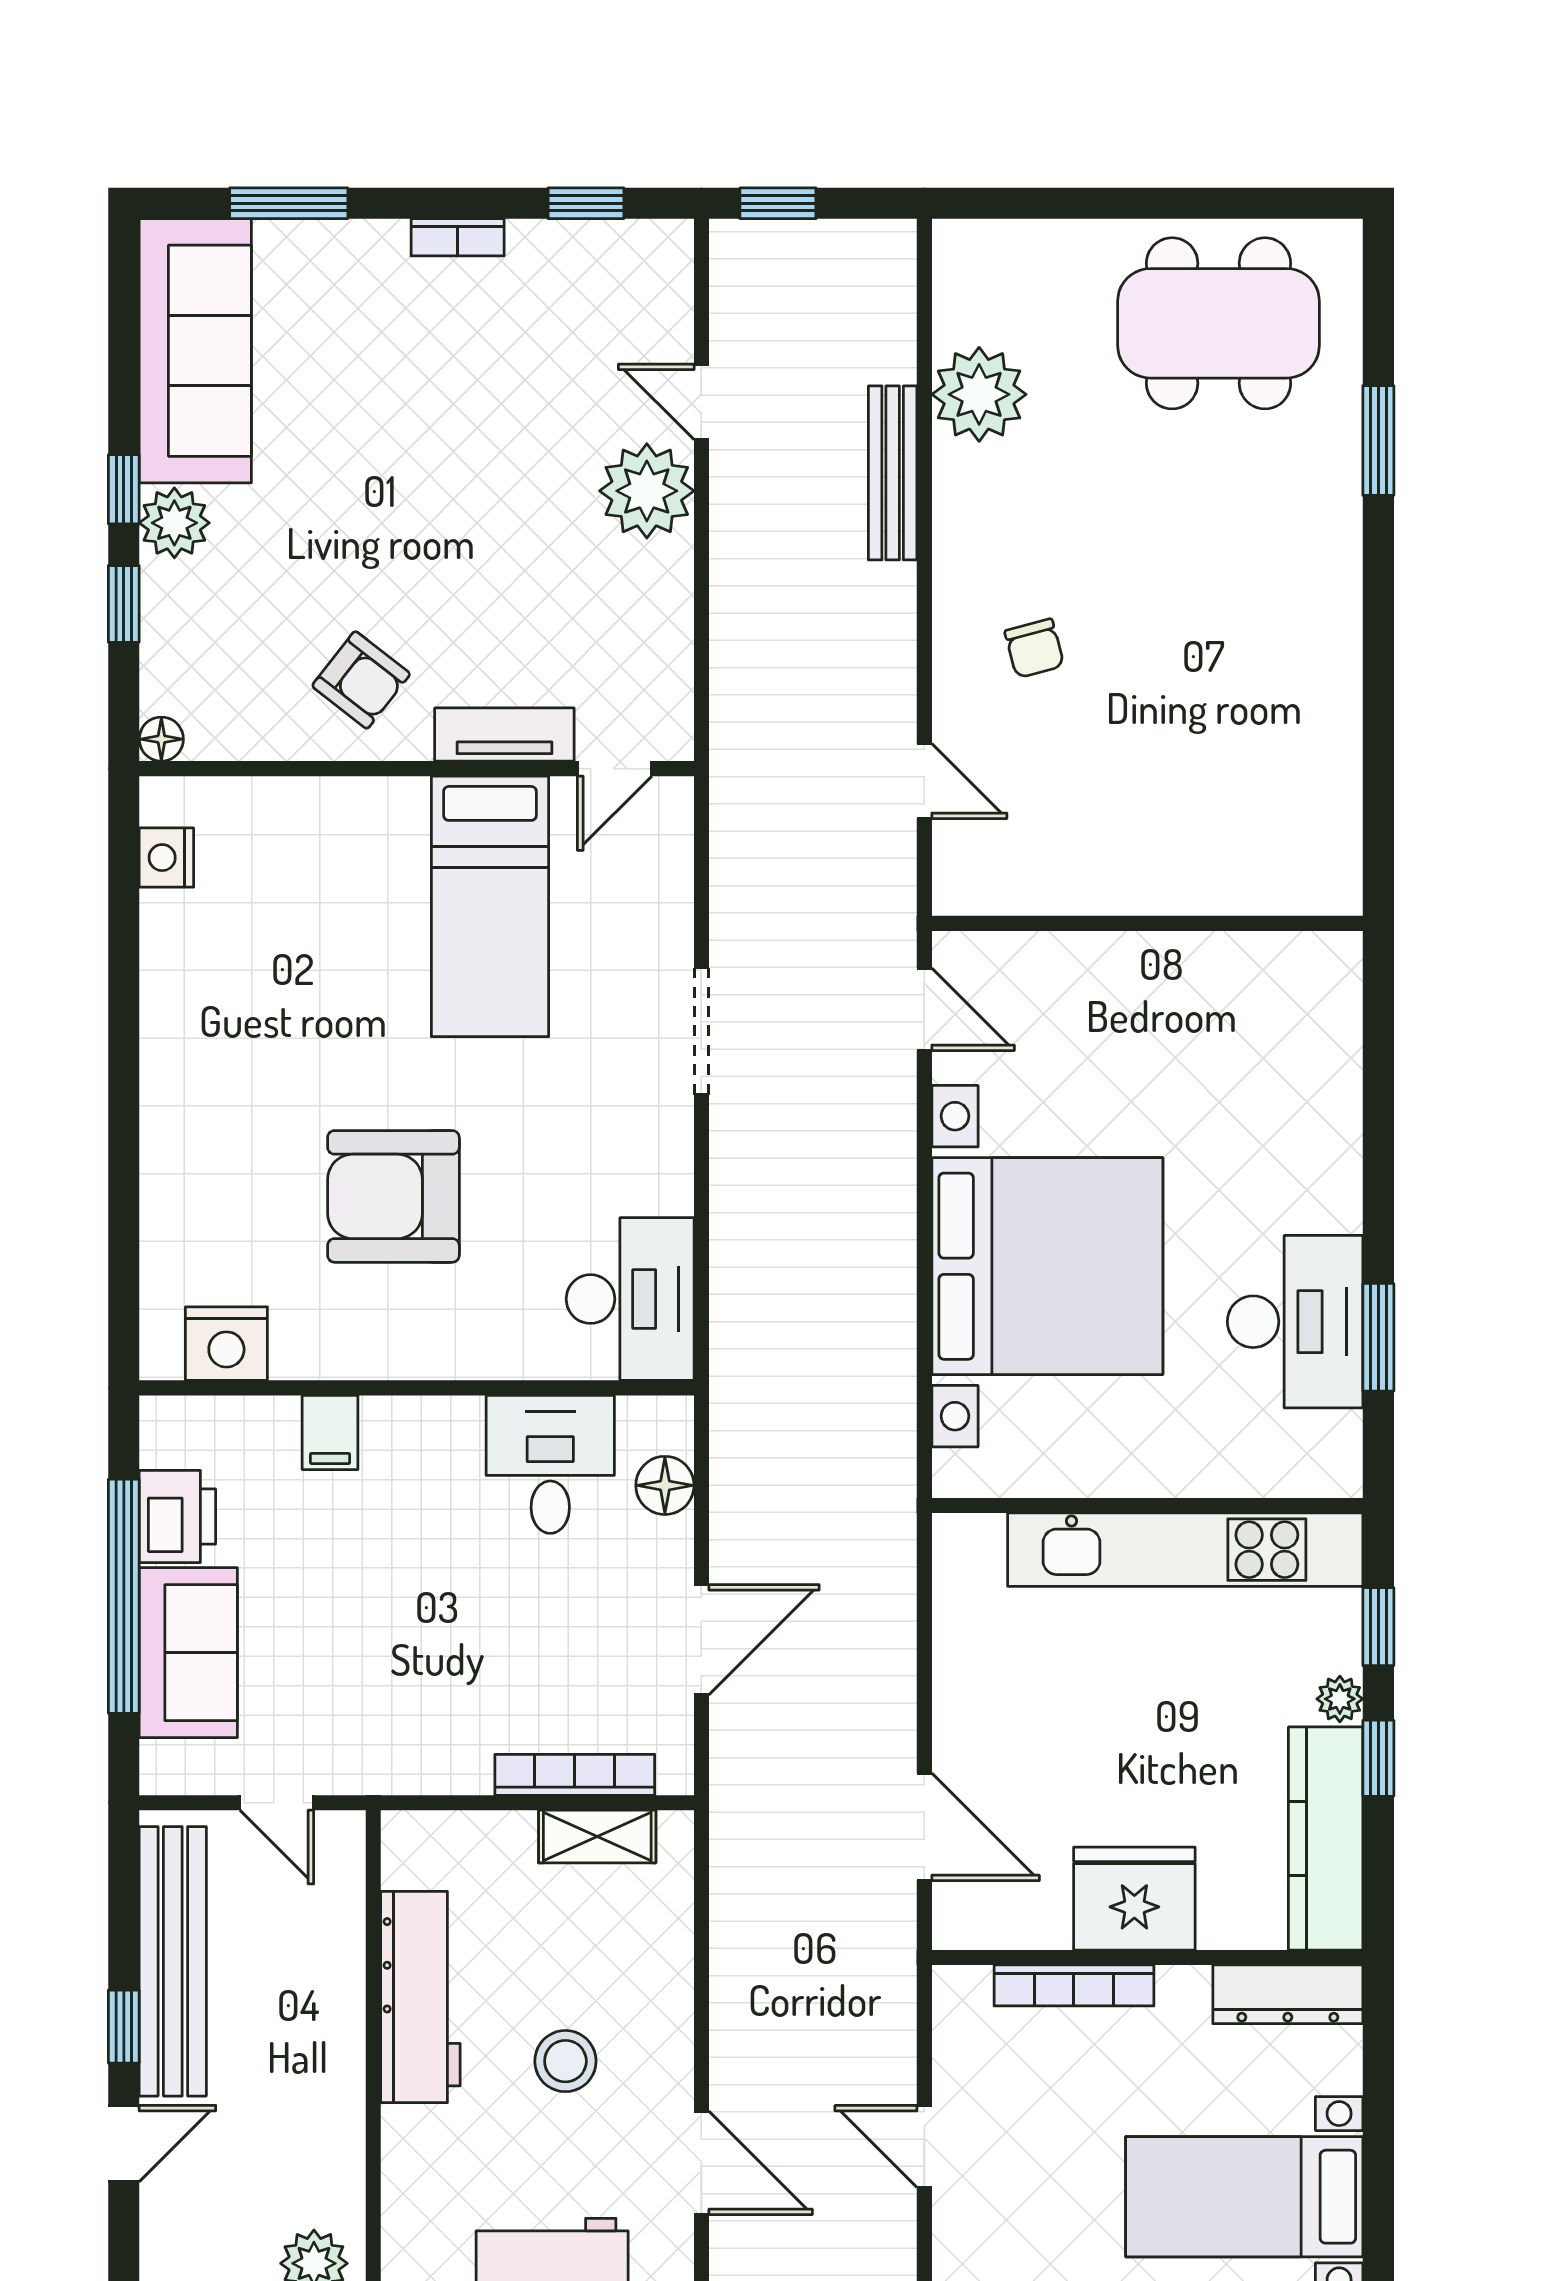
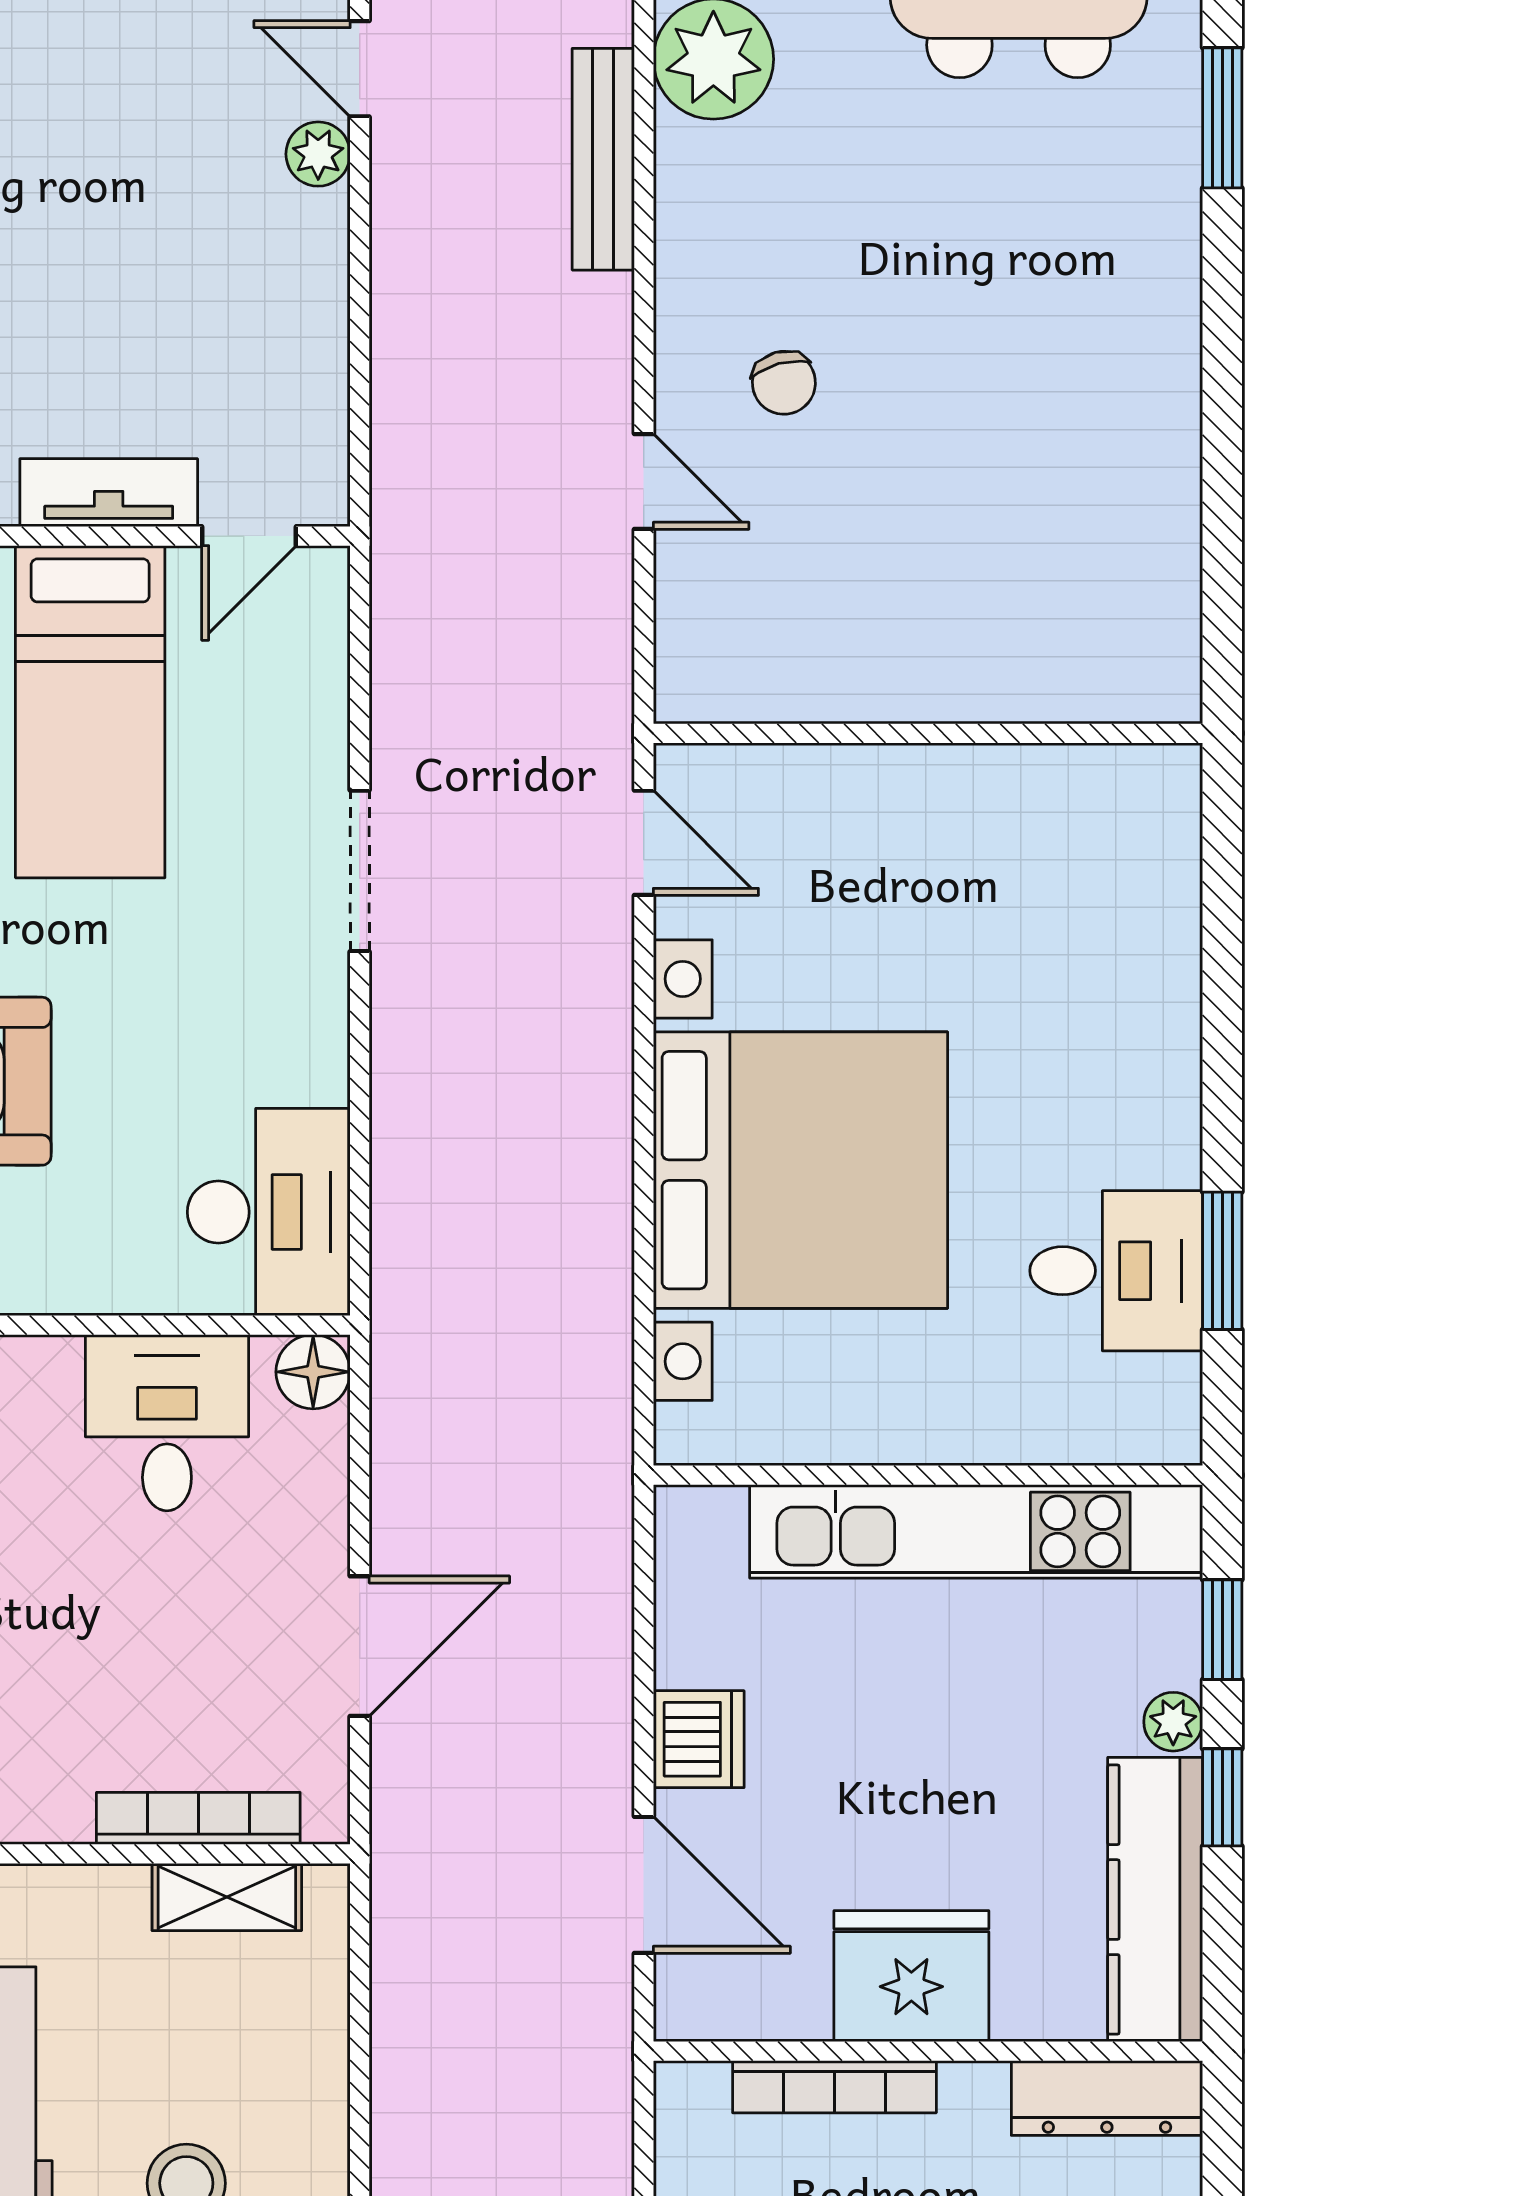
plant: (647, 491) -> (318, 154), width x0.53, depth x0.53
door: (924, 781) -> (644, 482), moved
desk: (1295, 1322) -> (1116, 1271), width x0.73
floor lamp: (665, 1485) -> (313, 1372), moved
dishwasher: (967, 1713) -> (699, 1739), added

